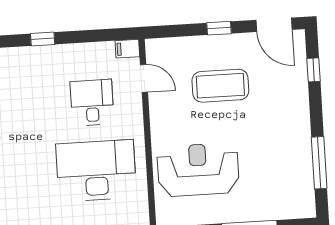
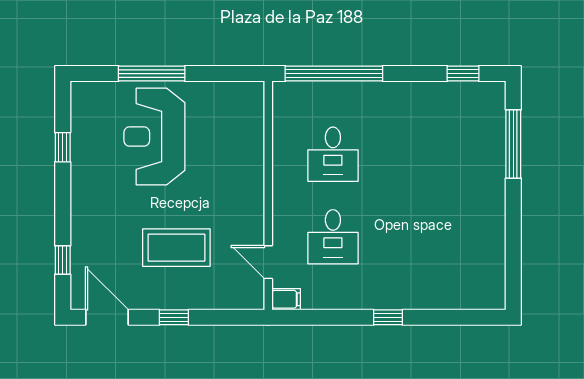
window: (319, 163) -> (63, 147), width x0.46
reception desk: (198, 170) -> (154, 137), moved, turned 90
desk: (96, 171) -> (333, 154), width x0.53, depth x0.77

